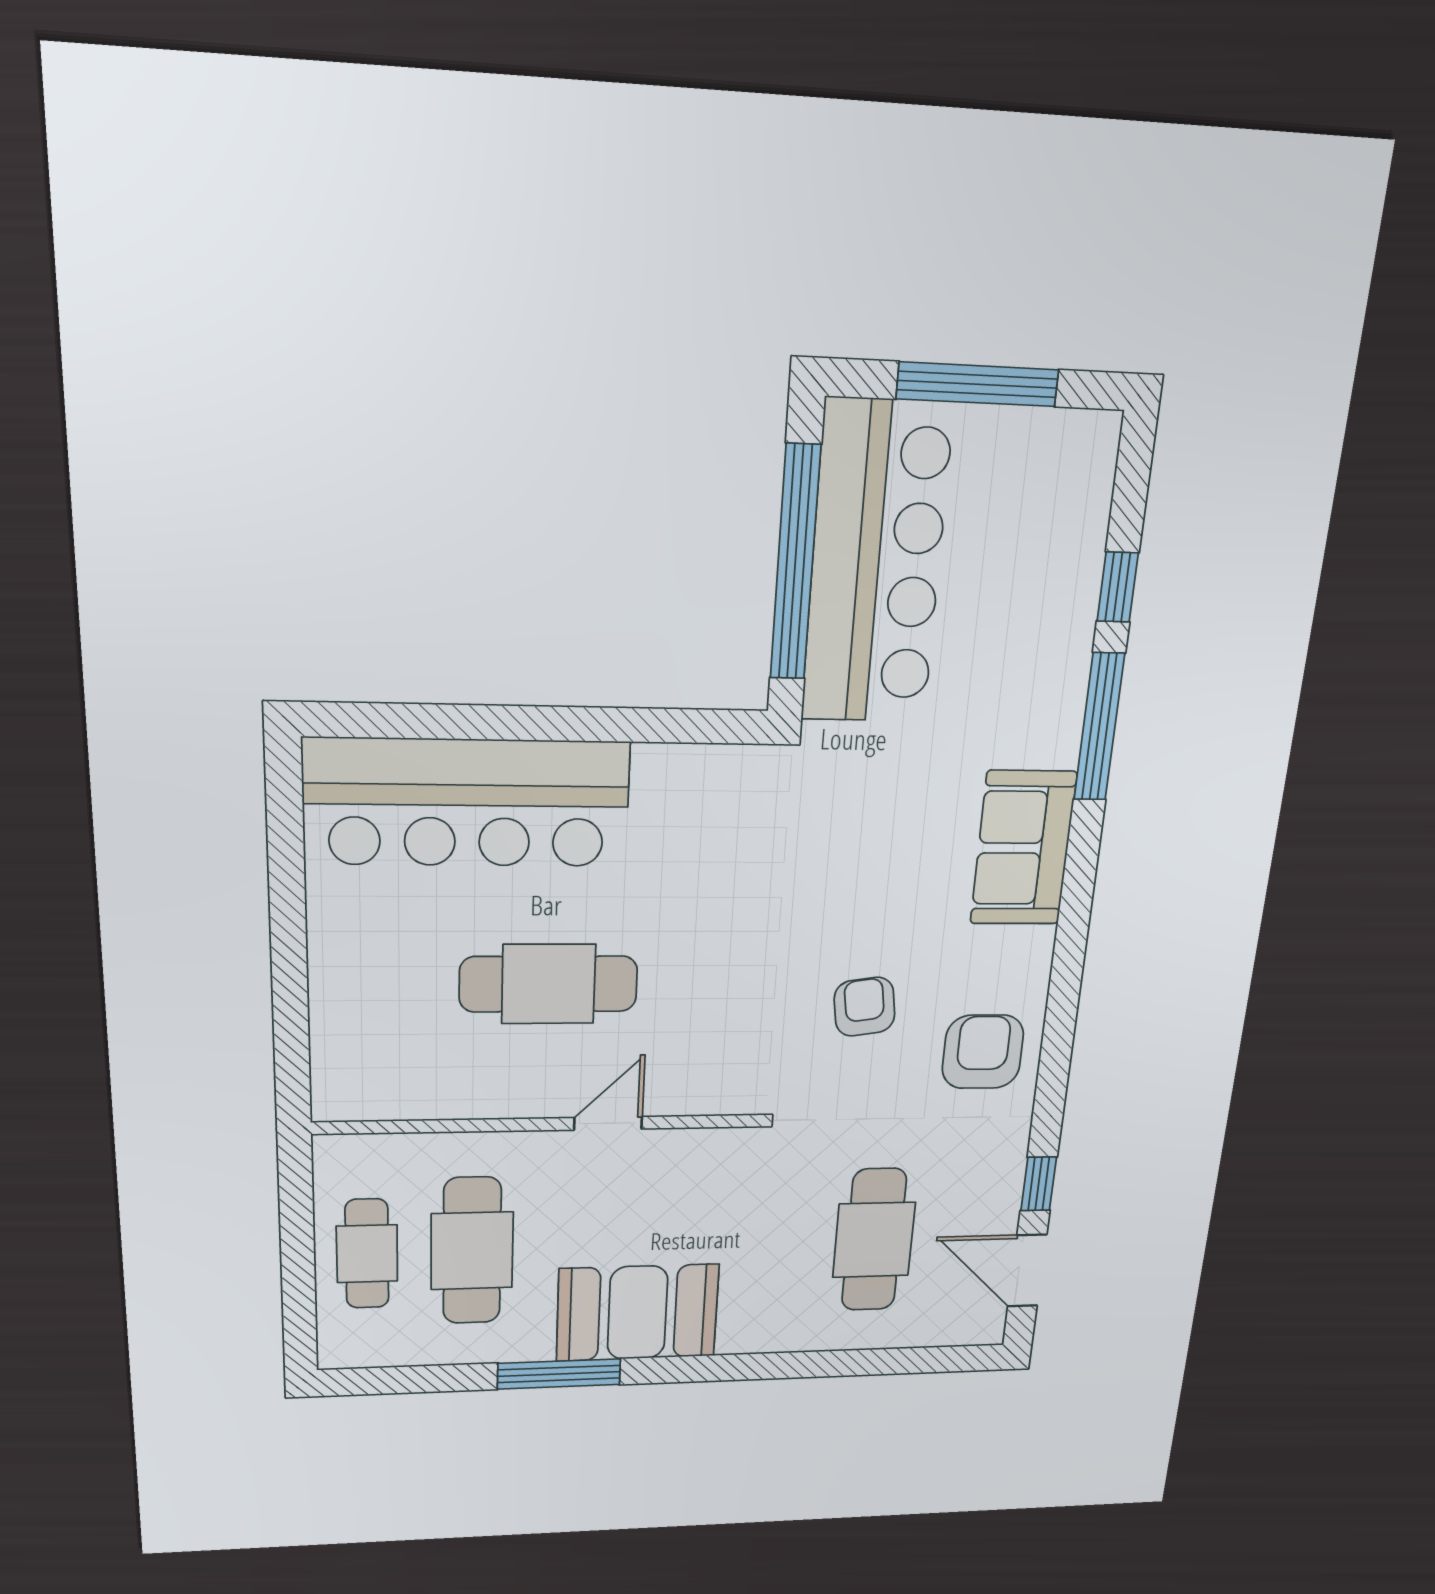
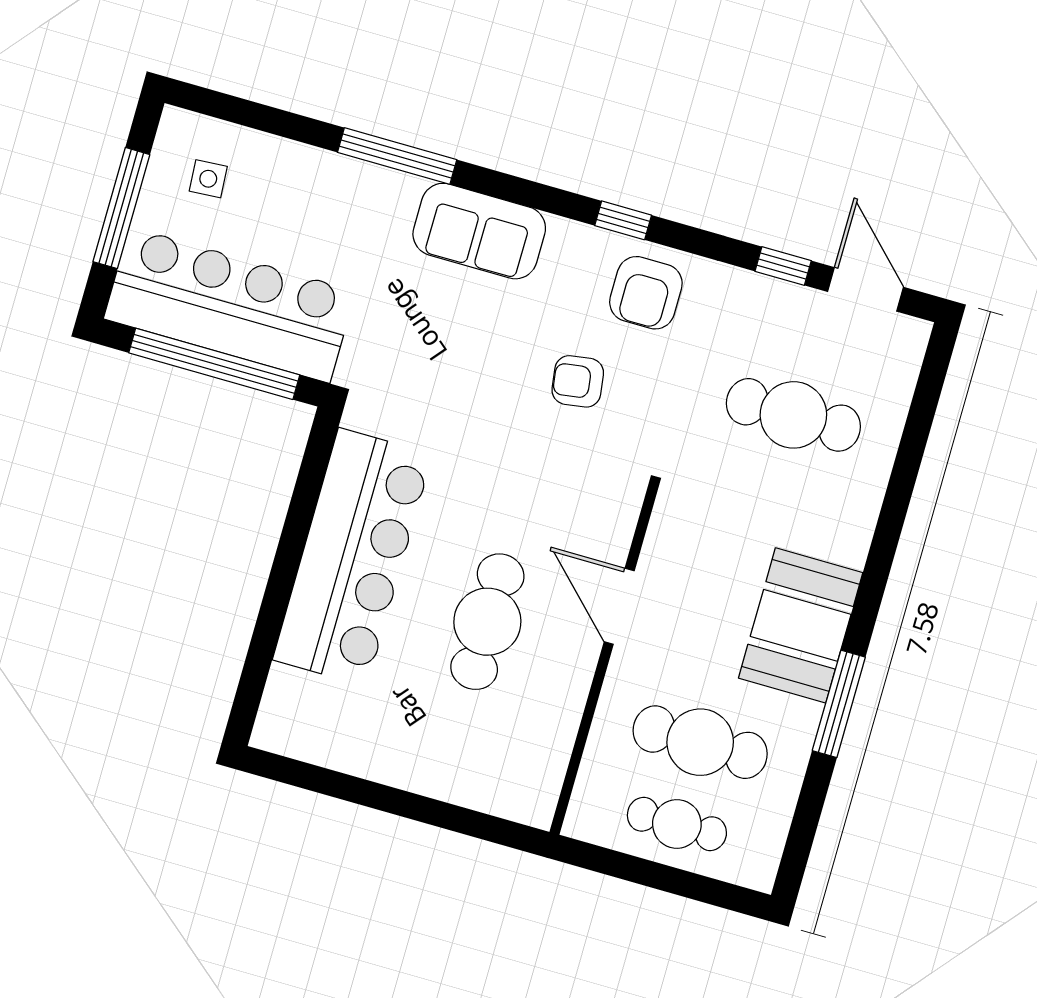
side table: (1035, 494) -> (208, 179), added
window: (1118, 587) -> (623, 220), moved
bar counter: (467, 803) -> (353, 557), moved
armchair: (983, 1052) -> (646, 293), turned -90
door: (608, 1123) -> (619, 606), width x1.38
door: (1027, 1271) -> (865, 289), swing flipped

